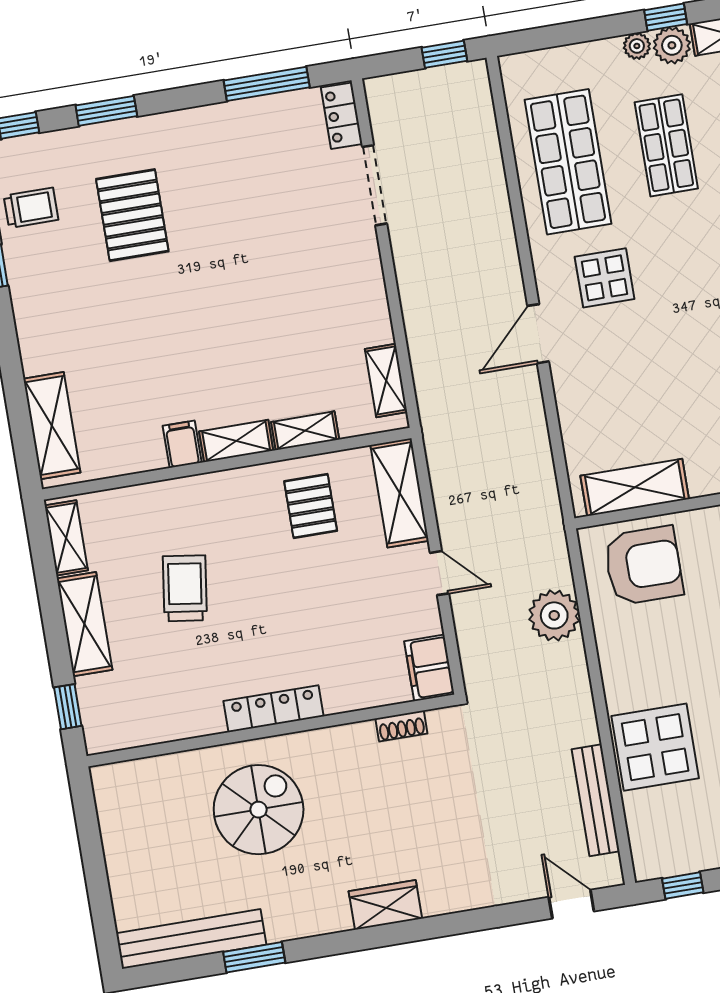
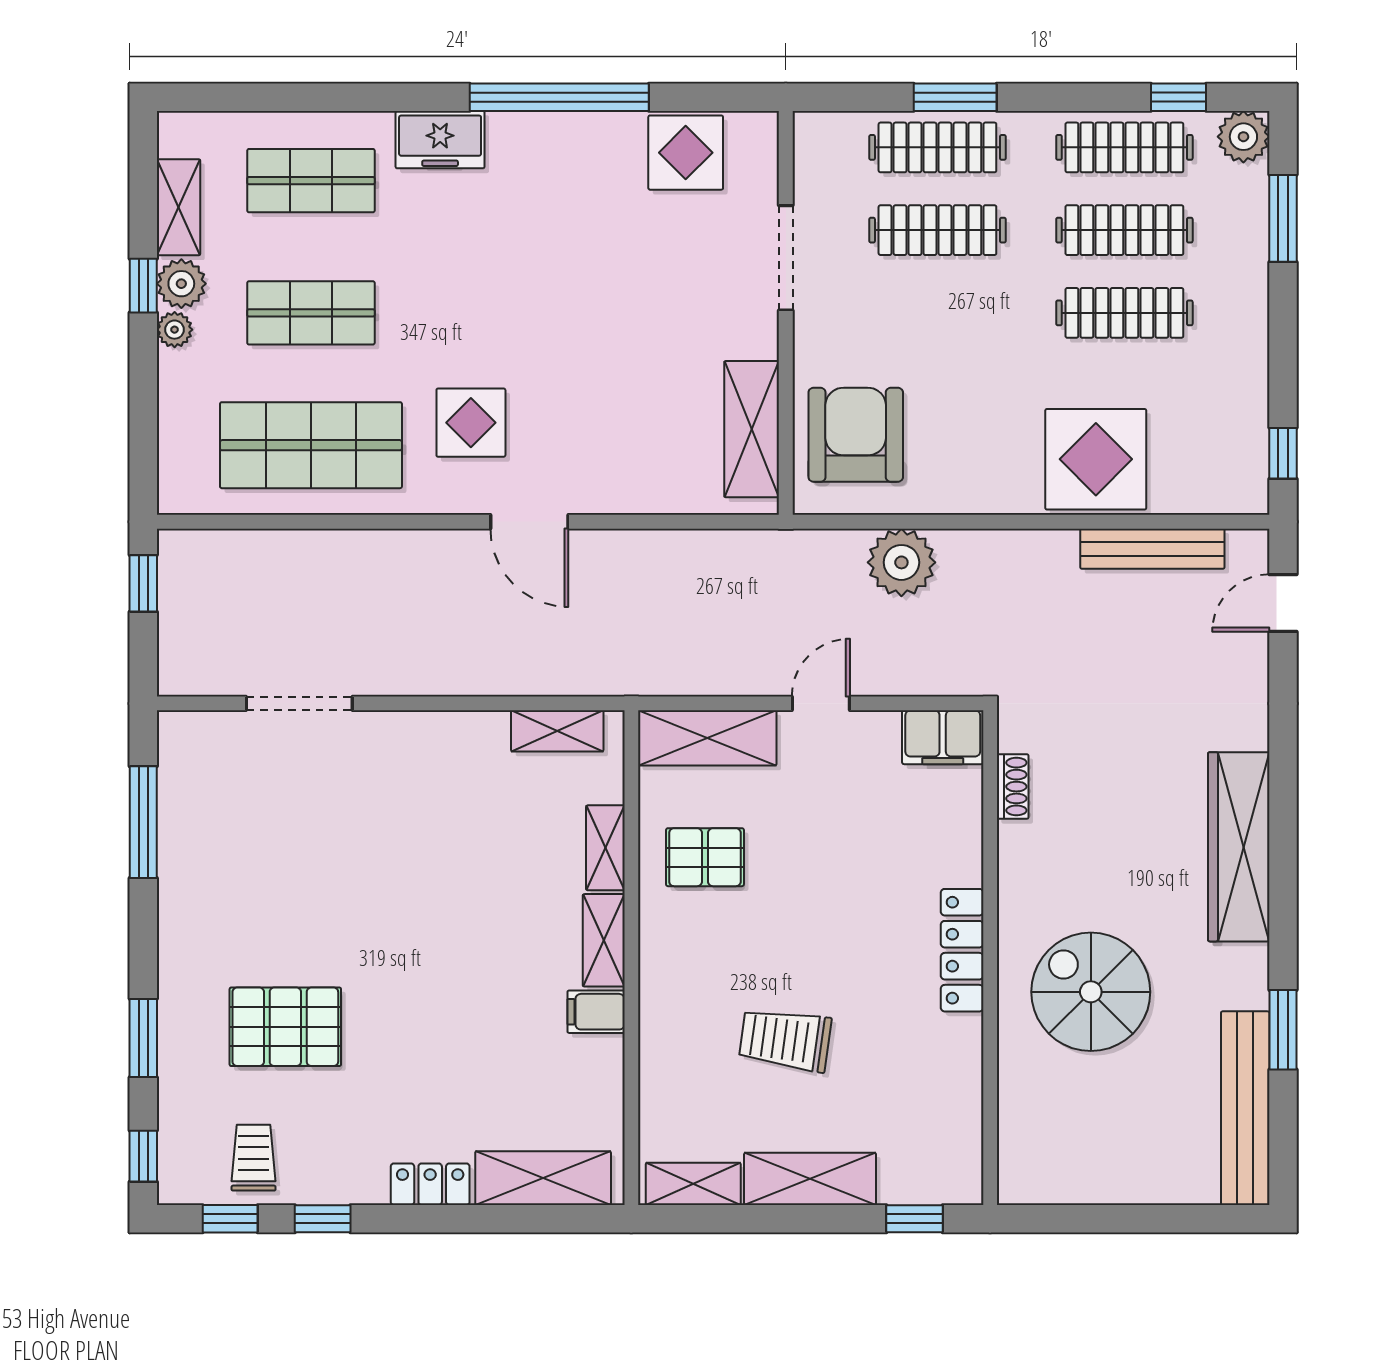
locker: (342, 116) -> (430, 1184), moved, turned 180
wardrobe: (385, 905) -> (1239, 847), width x2.10, depth x1.17

